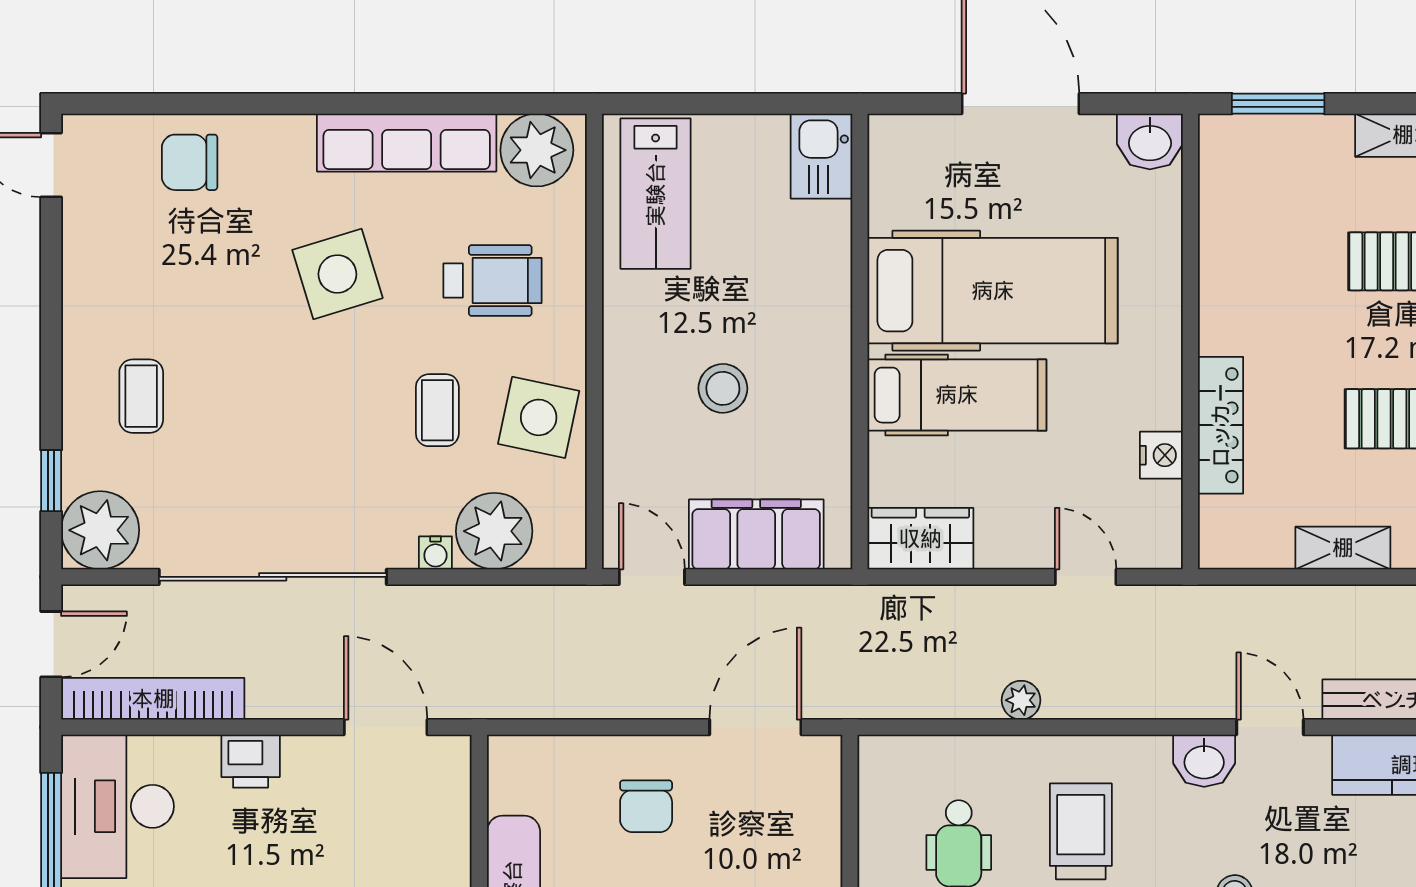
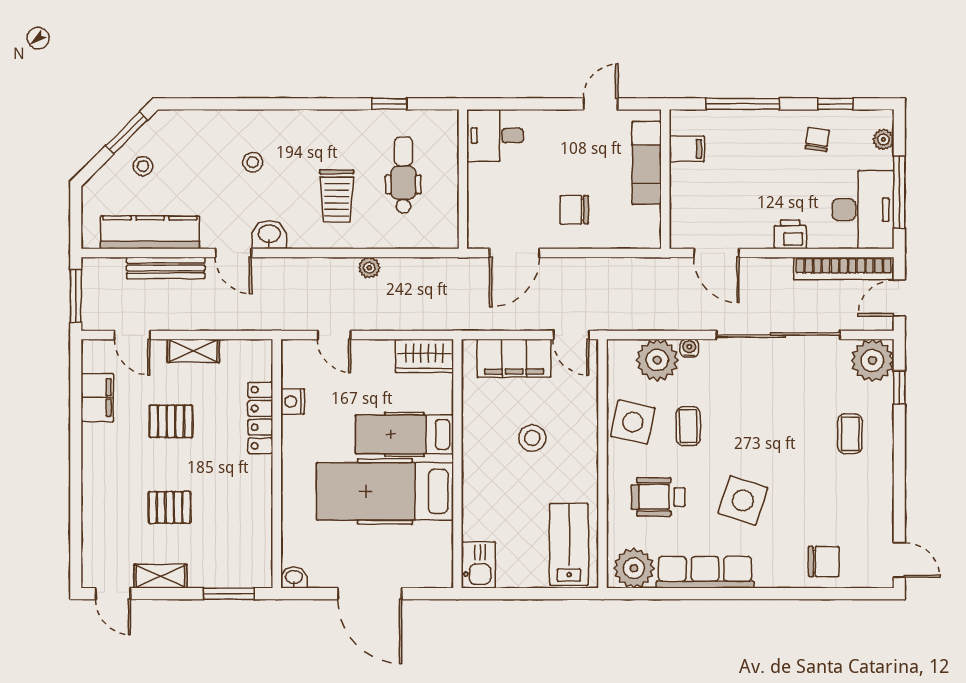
washbasin: (1150, 141) -> (294, 578), width x0.72, depth x0.69
side table: (337, 274) -> (743, 500), turned 35
chair: (646, 806) -> (574, 210), turned -90

